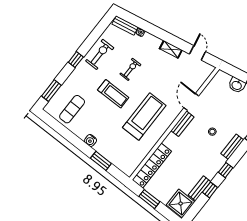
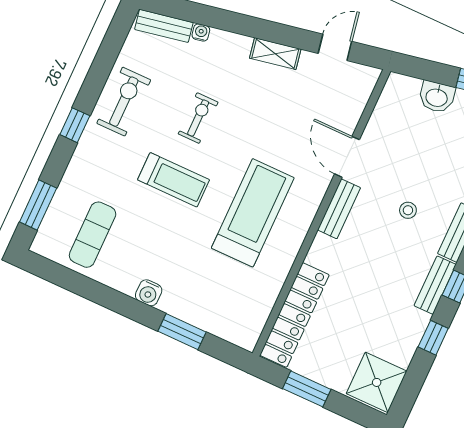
door: (198, 53) -> (335, 47), hinge flipped
bench: (200, 188) -> (435, 285), moved

